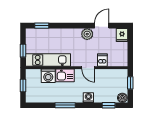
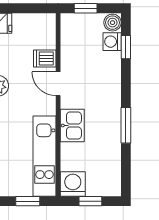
door: (88, 68) -> (58, 84), swing flipped
washing machine: (48, 76) -> (73, 184), moved, turned -90
washing machine: (88, 98) -> (112, 42), moved

